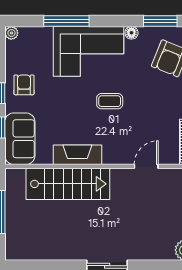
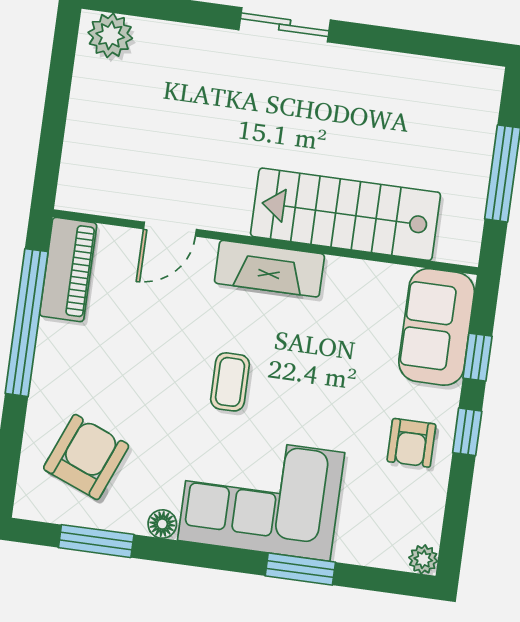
window: (66, 21) -> (300, 569), width x0.69
coffee table: (110, 101) -> (230, 382), turned 90
fireplace: (77, 155) -> (269, 269), moved

